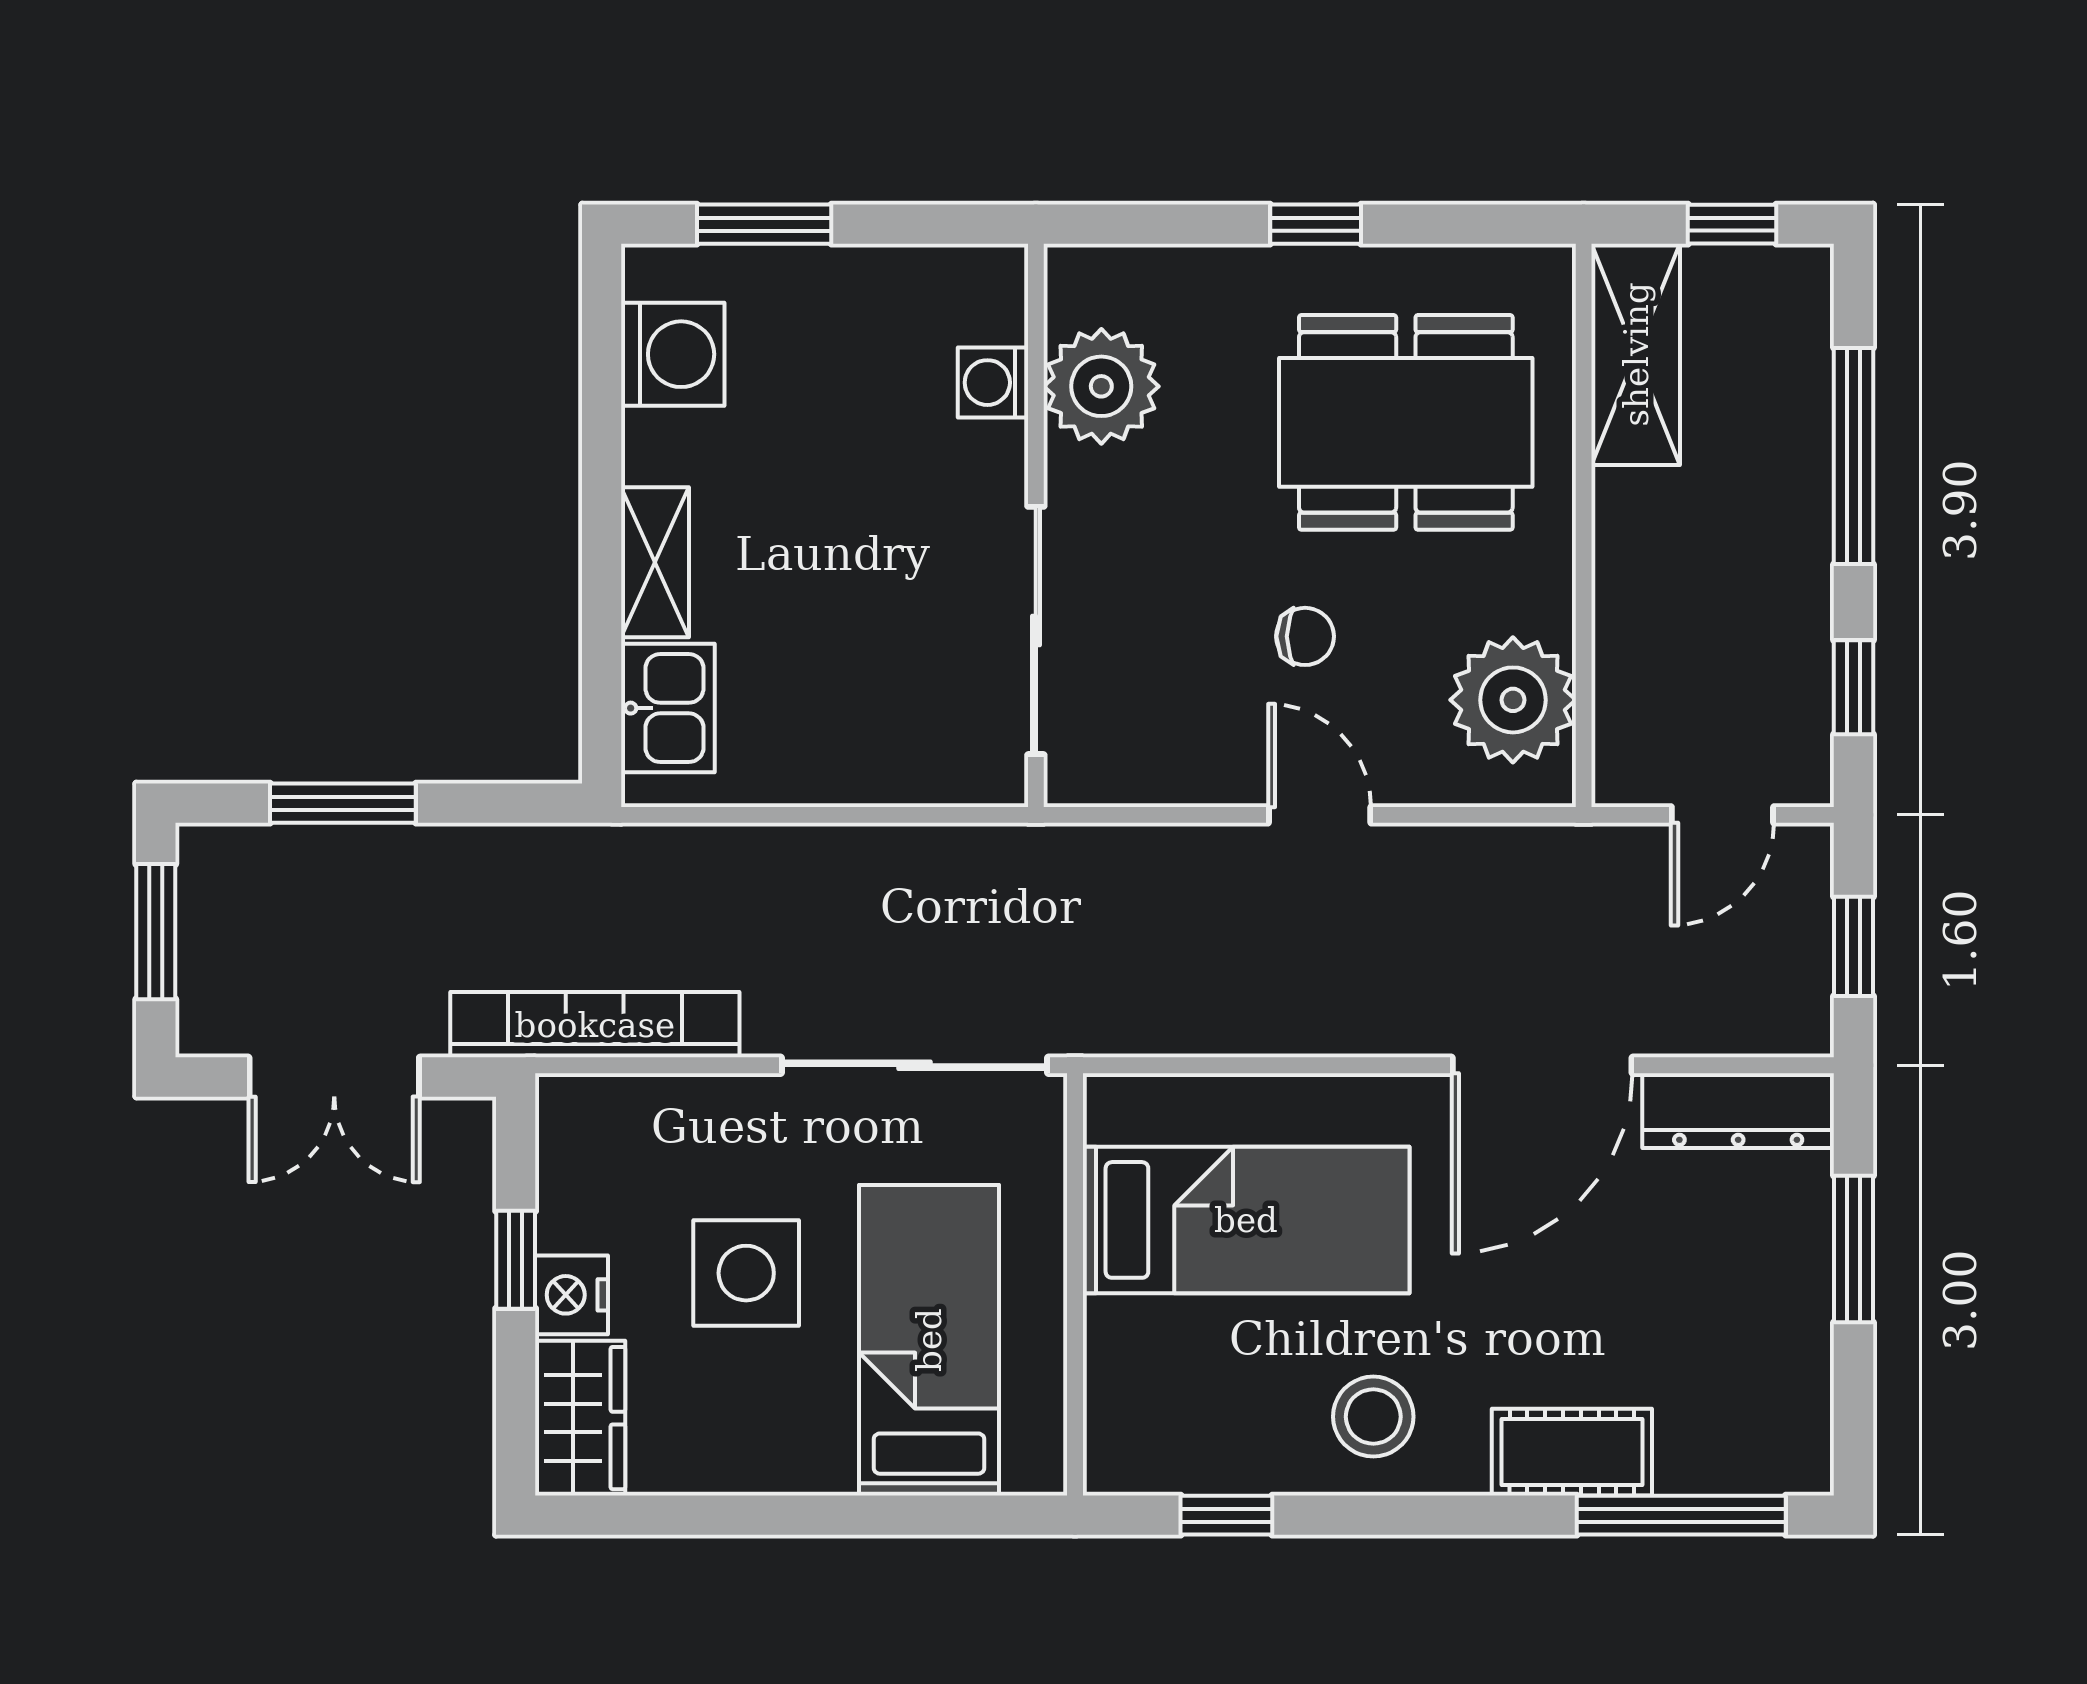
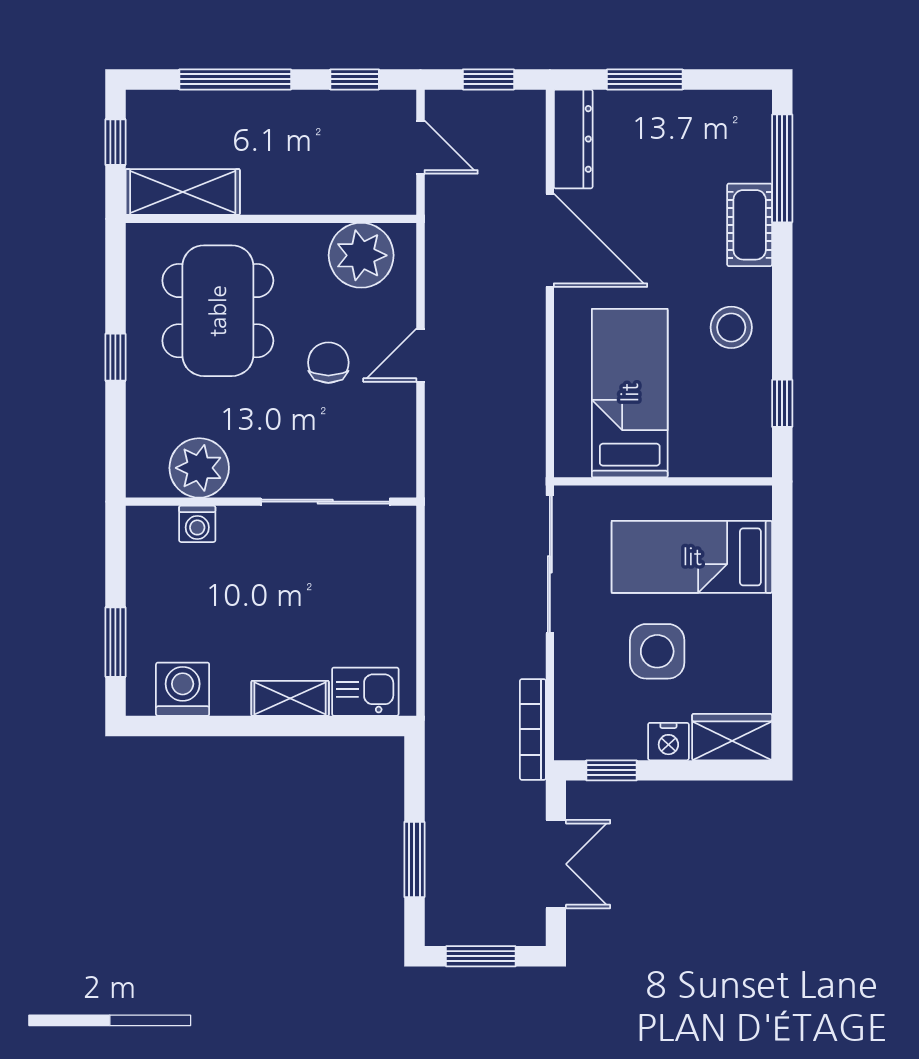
chair: (1305, 636) -> (328, 363), width x1.37, depth x1.37
bookcase: (595, 1025) -> (533, 729), width x0.68, depth x0.76
window: (516, 1260) -> (612, 770), moved

